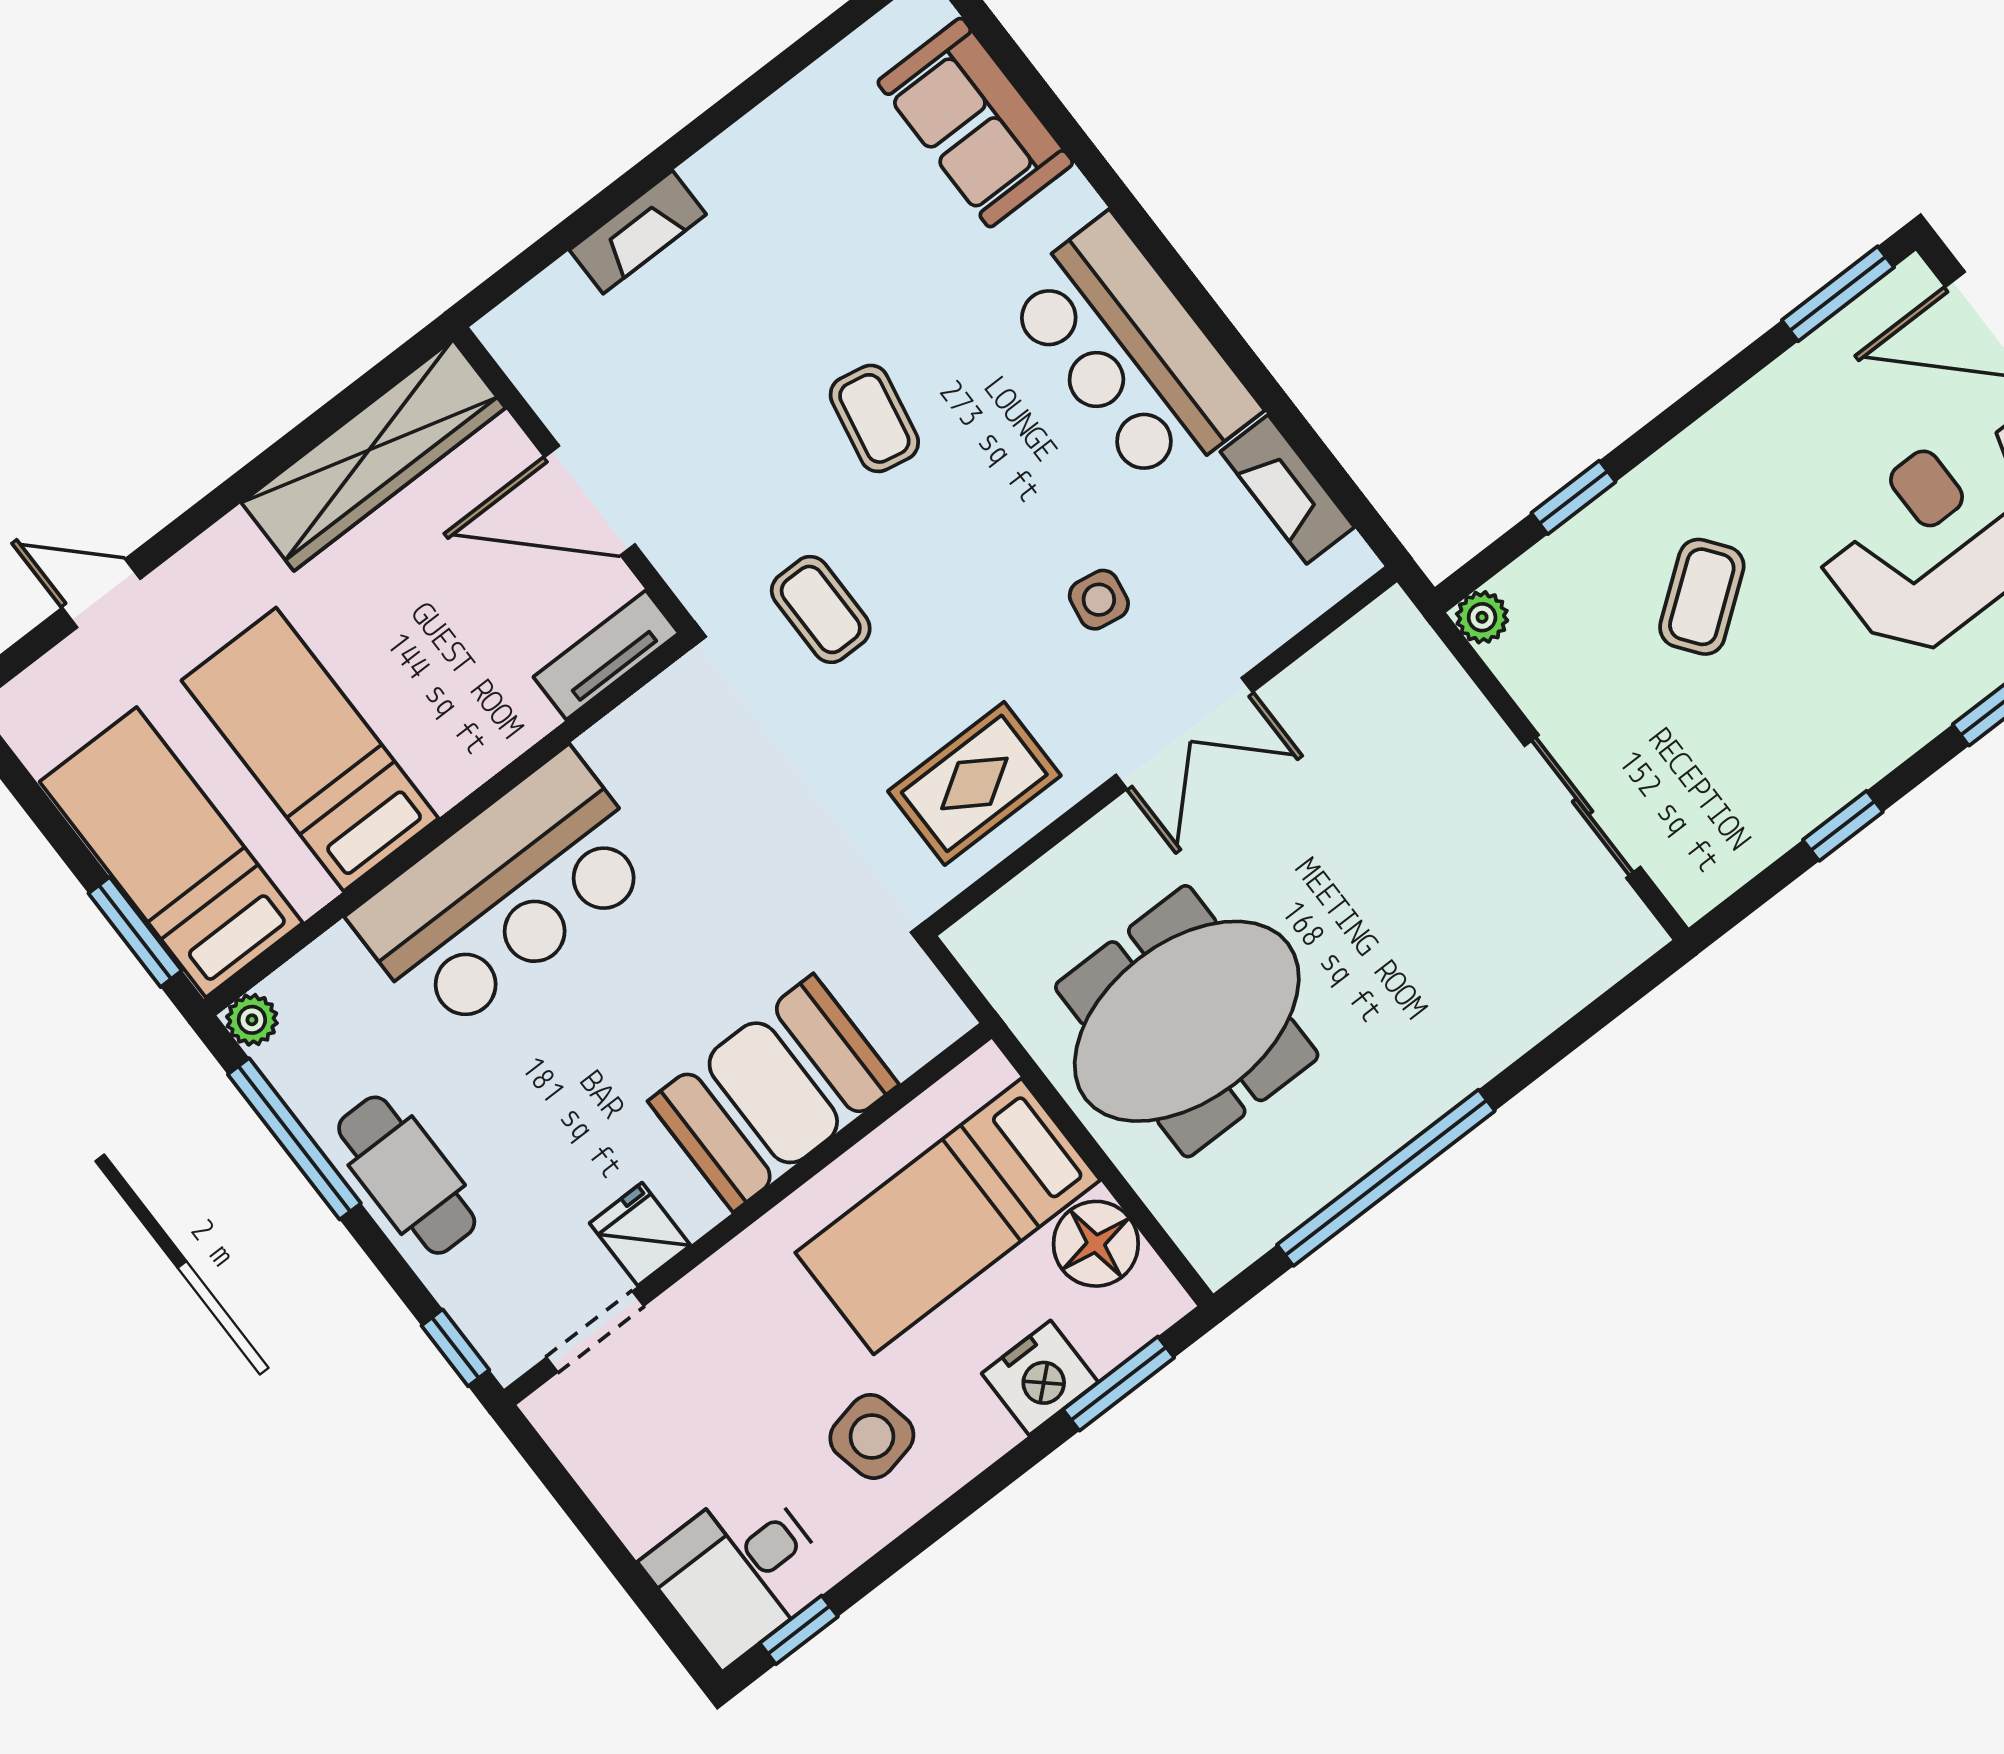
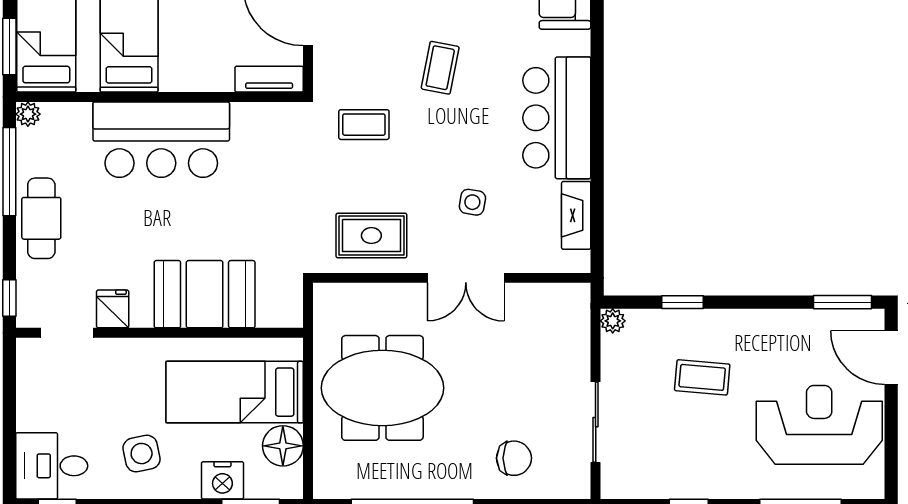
coffee table: (1702, 597) -> (702, 377), turned 42
coffee table: (821, 609) -> (364, 125), turned 90
chair: (1494, 970) -> (514, 458), added

